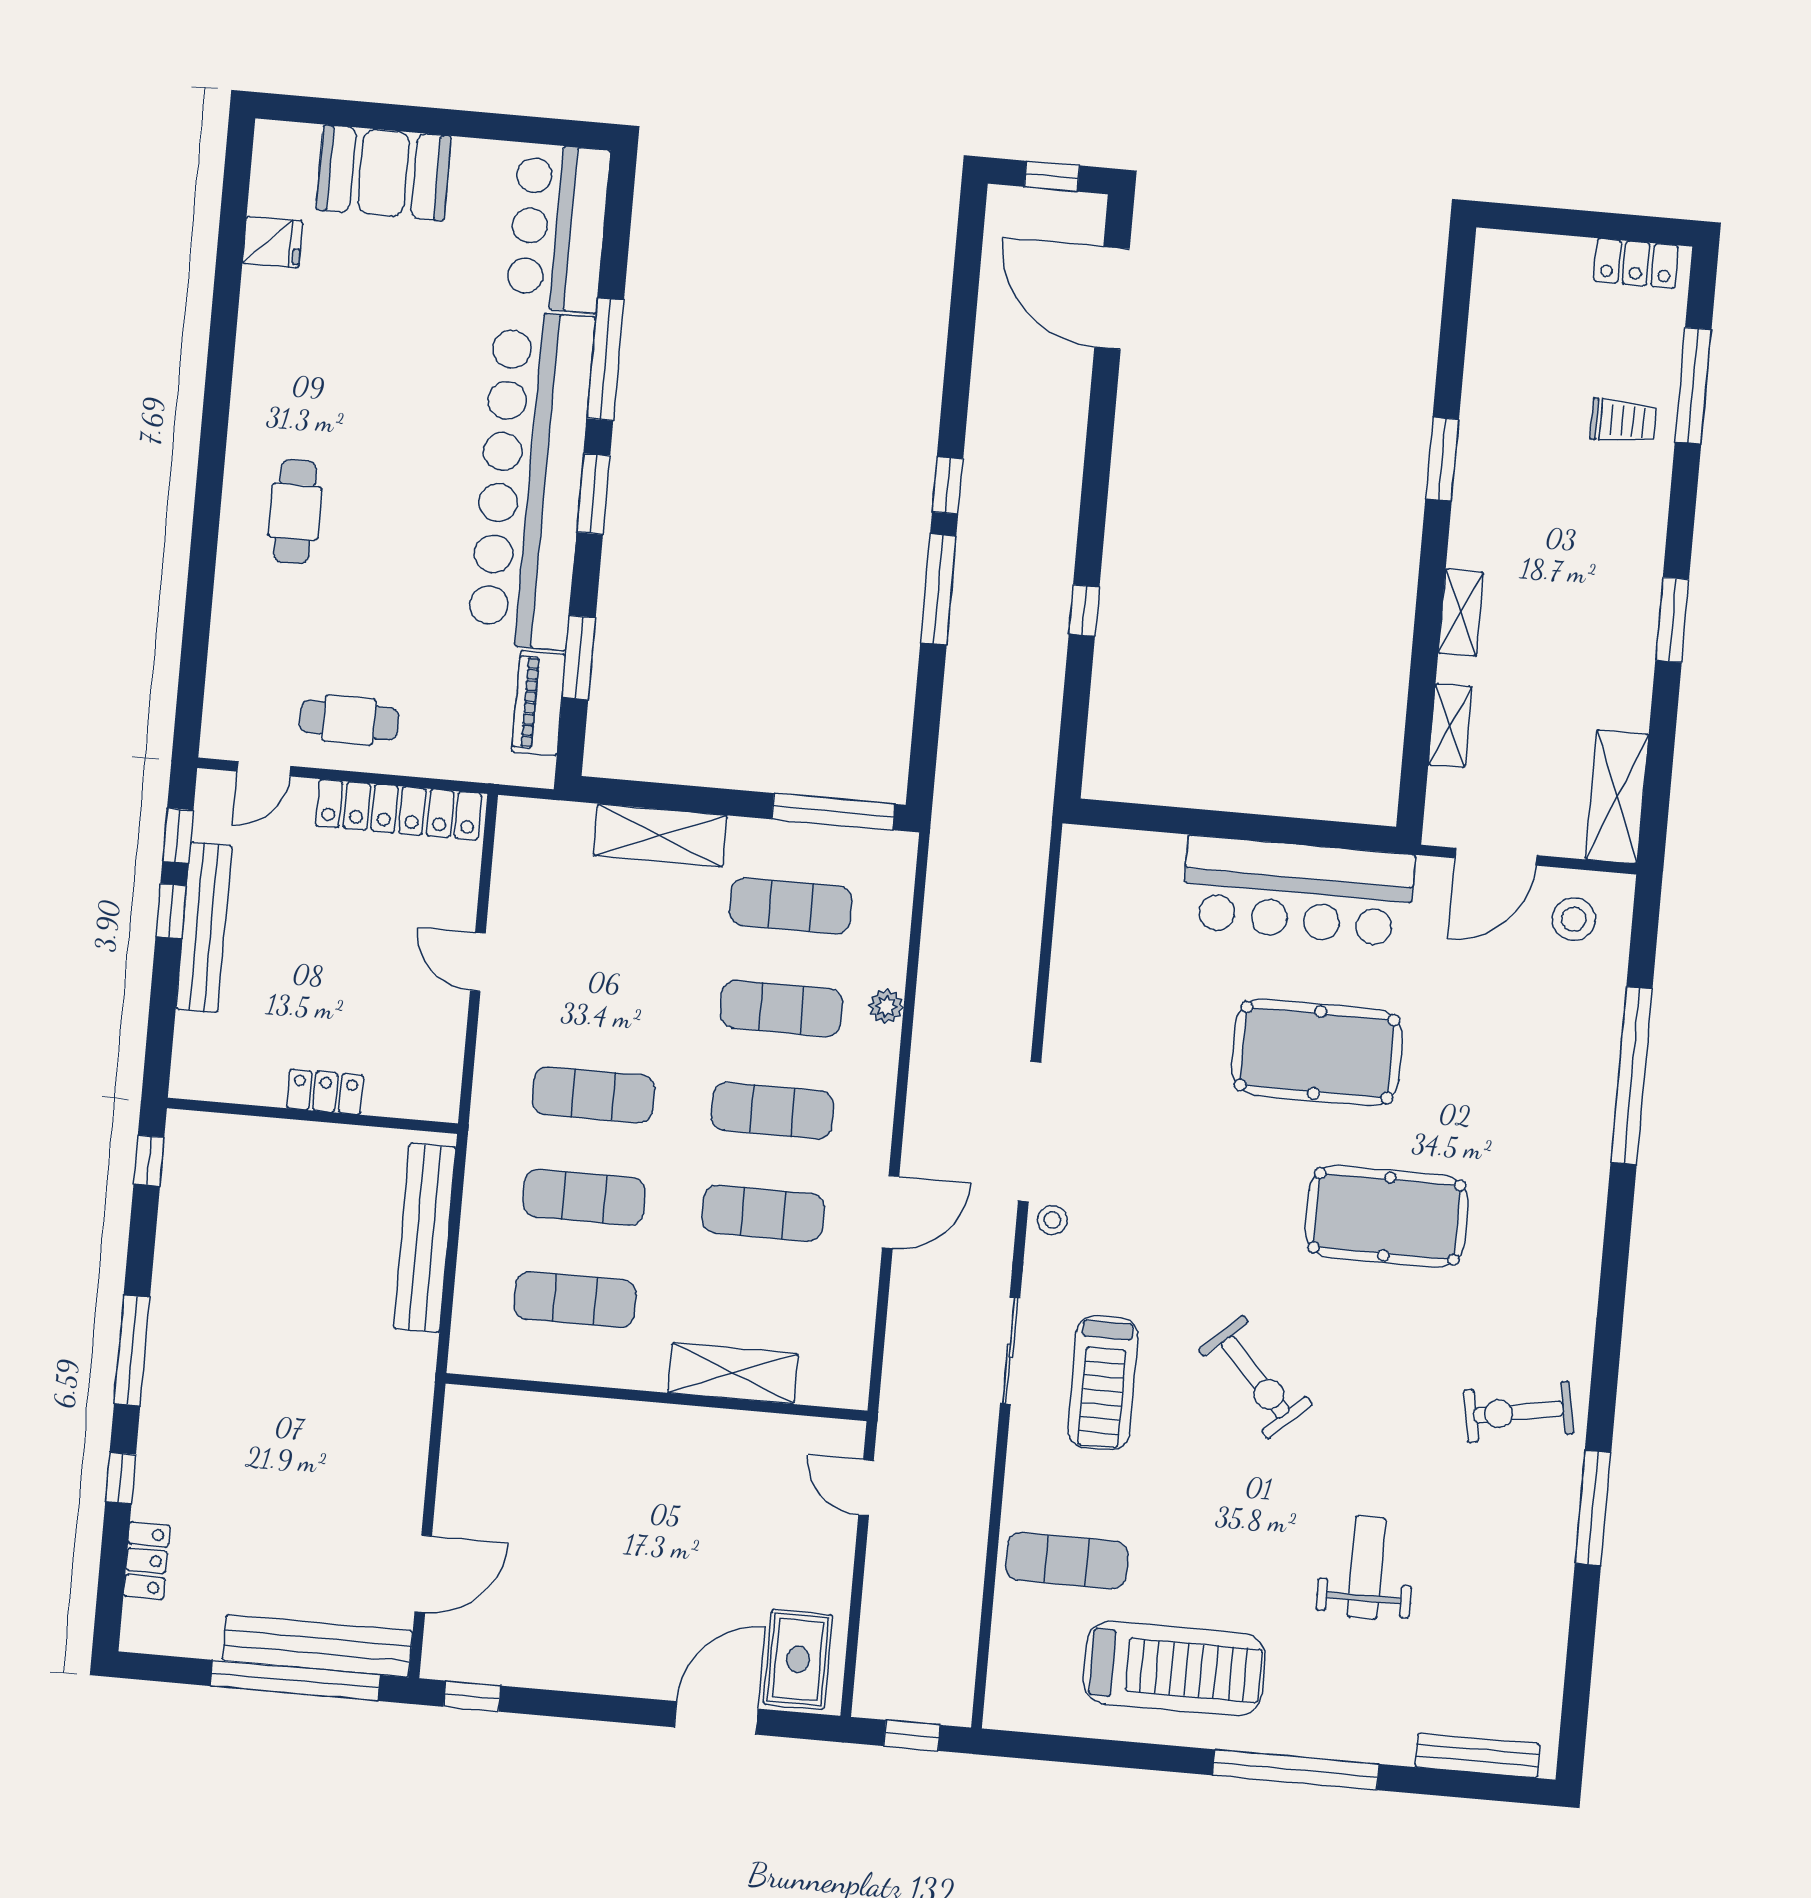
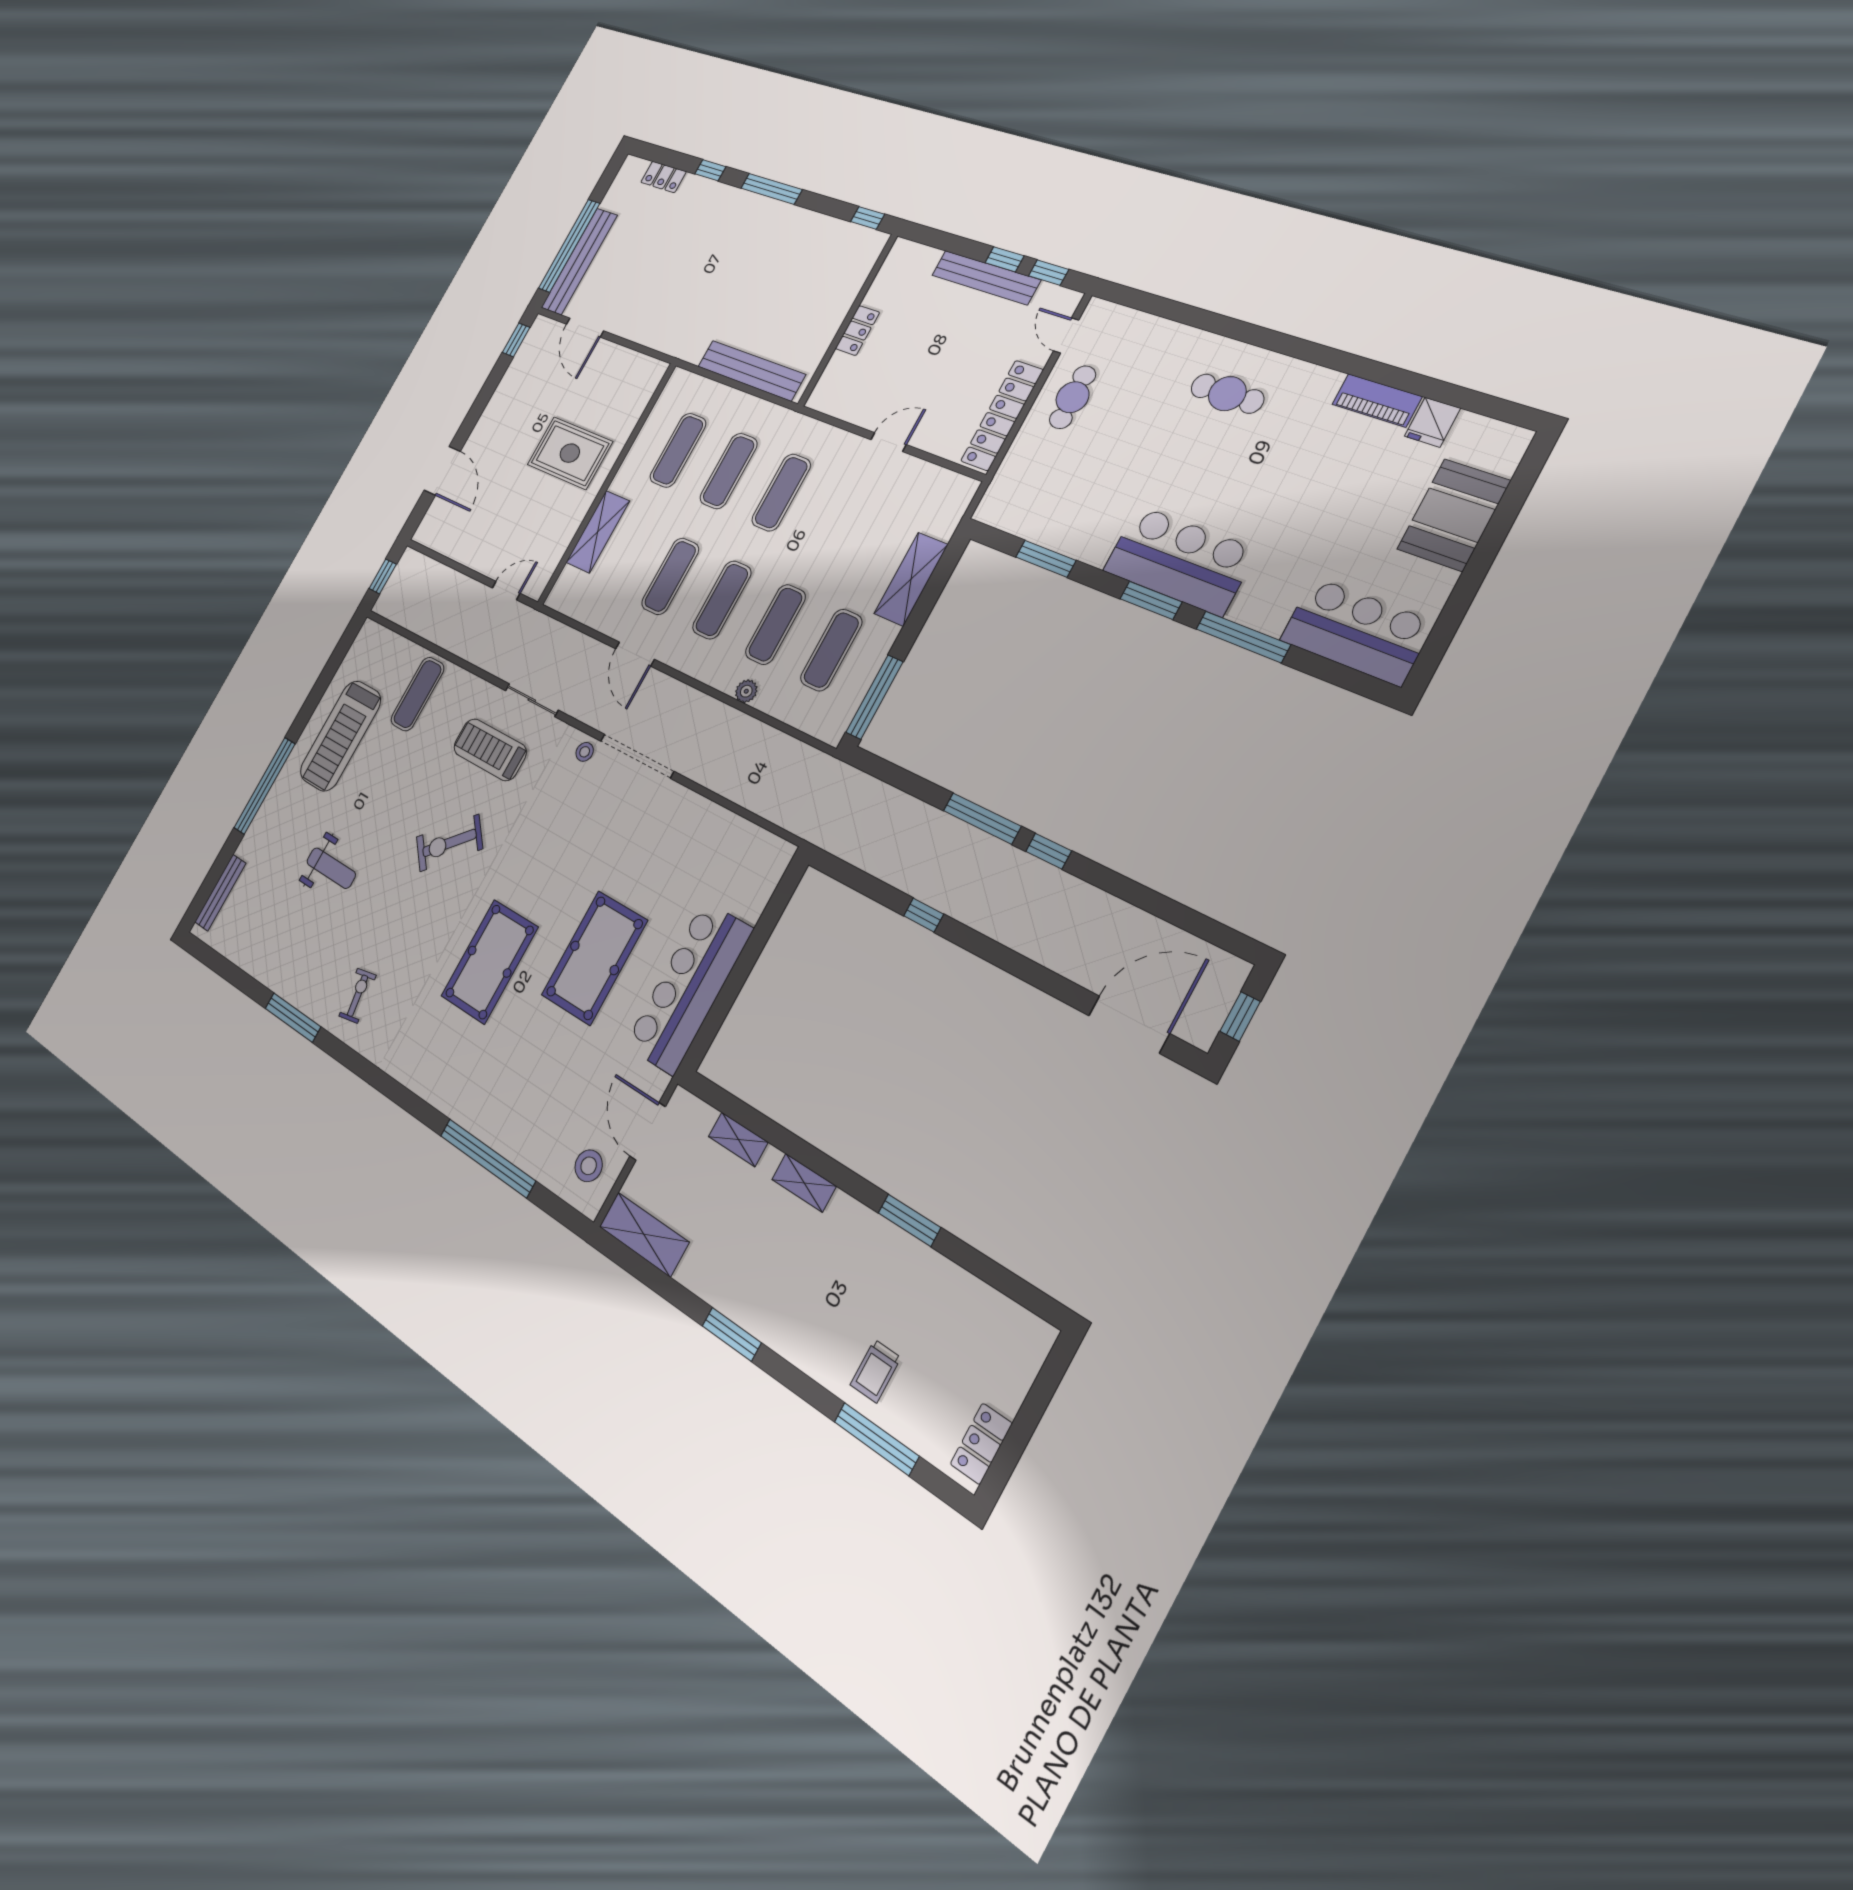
bar counter: (531, 480) -> (1179, 560), width x0.54
piano: (539, 703) -> (1377, 400), moved, turned 180
exercise bike: (1519, 1412) -> (358, 996), width x0.73, depth x0.72
rug: (798, 1659) -> (570, 453), moved, width x1.36, depth x1.43

